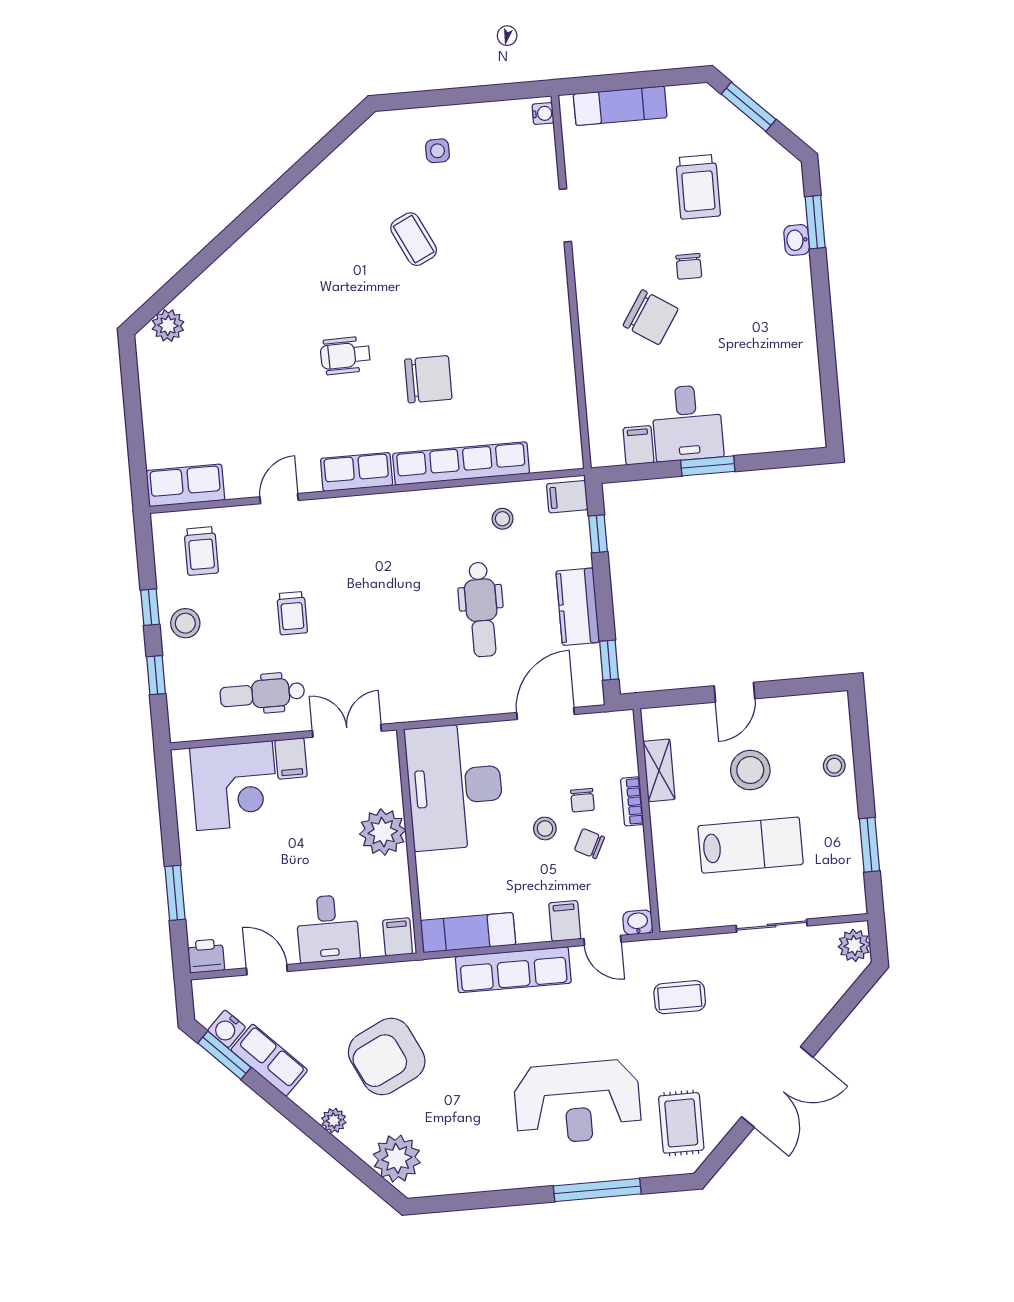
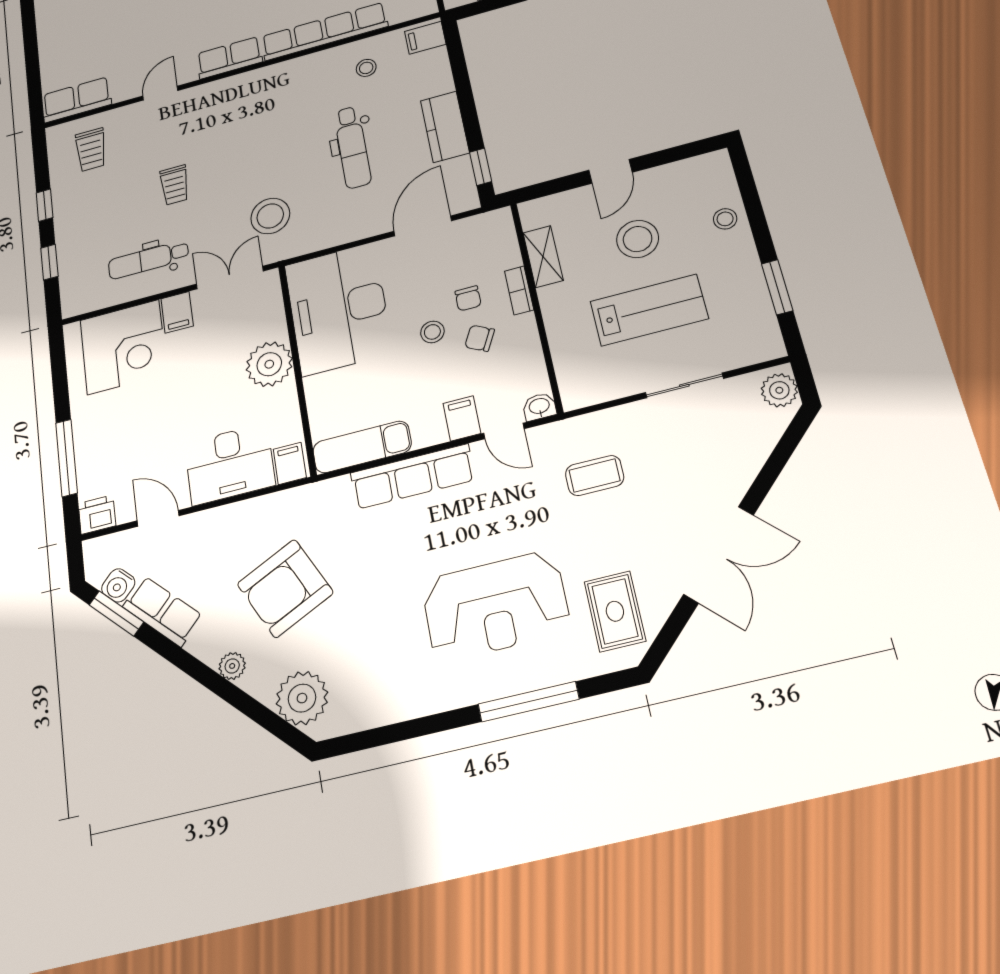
window: (598, 534) -> (458, 62), removed
stool: (185, 623) -> (270, 216), moved, width x1.38, depth x1.38
window: (175, 893) -> (66, 458), width x1.44
desk: (328, 929) -> (230, 464), width x1.37

